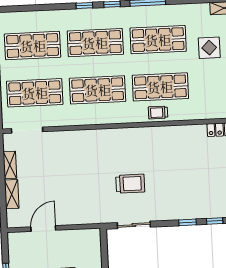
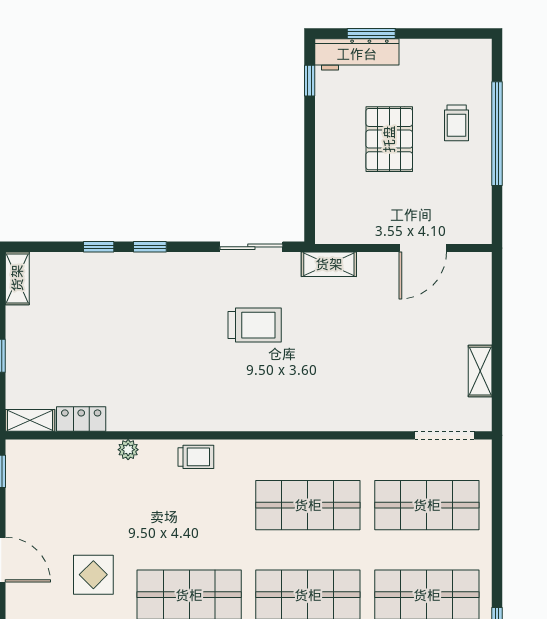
shop shelf: (160, 87) -> (189, 505), removed
plant: (194, 115) -> (128, 450), added
trolley: (130, 184) -> (255, 325), turned 180
shelving: (12, 194) -> (329, 264), moved, turned 90

